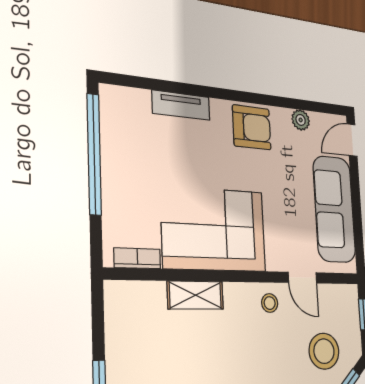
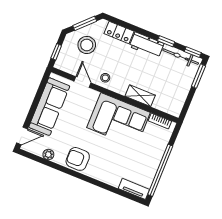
tv unit: (181, 105) -> (134, 189), moved

